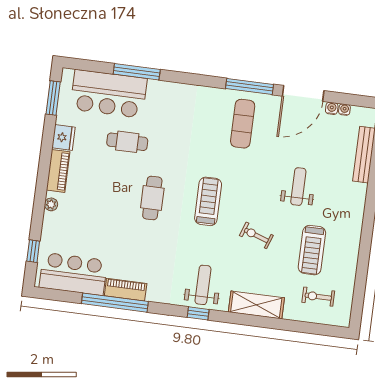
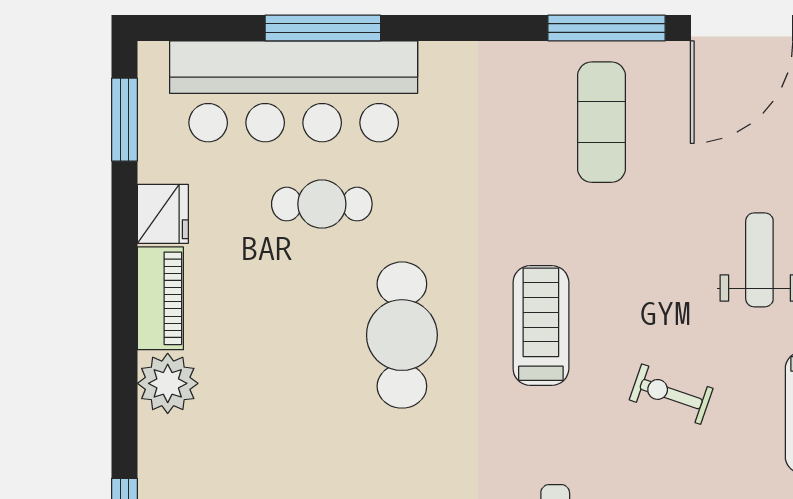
bar counter: (109, 94) -> (294, 91), width x1.36
cafe table: (152, 198) -> (402, 335), width x1.37, depth x1.35
plant: (51, 204) -> (168, 383), width x1.87, depth x1.87

